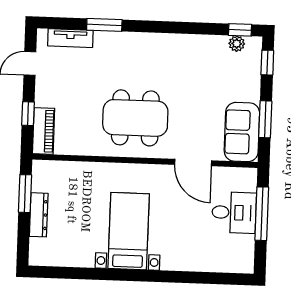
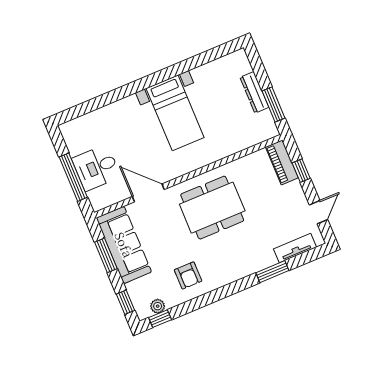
armchair: (192, 60) -> (188, 275), added
sofa: (242, 132) -> (124, 245), width x1.36

